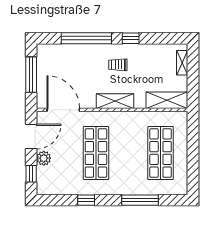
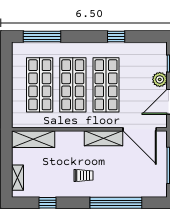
window: (131, 38) -> (48, 203), moved
shelving: (115, 101) -> (103, 138), moved
shop shelf: (128, 153) -> (73, 85), added
window: (140, 200) -> (42, 36), moved

